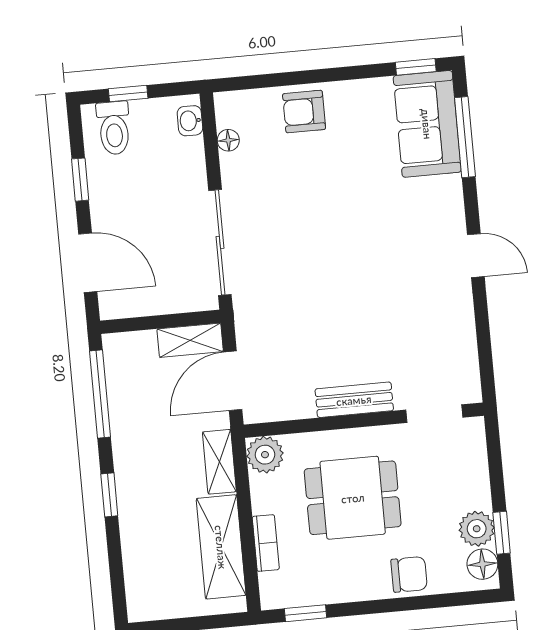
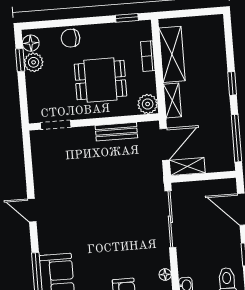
bench: (354, 400) -> (116, 132), moved

